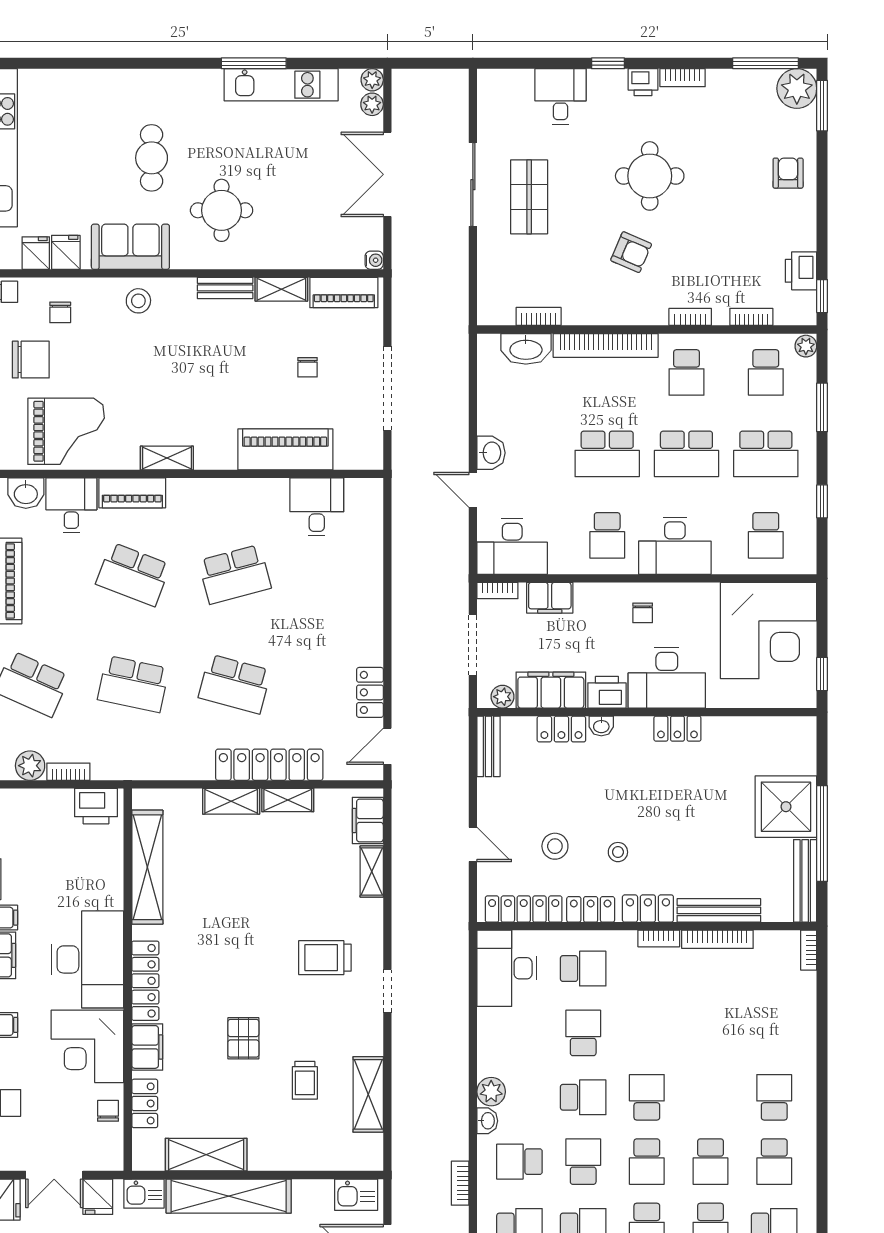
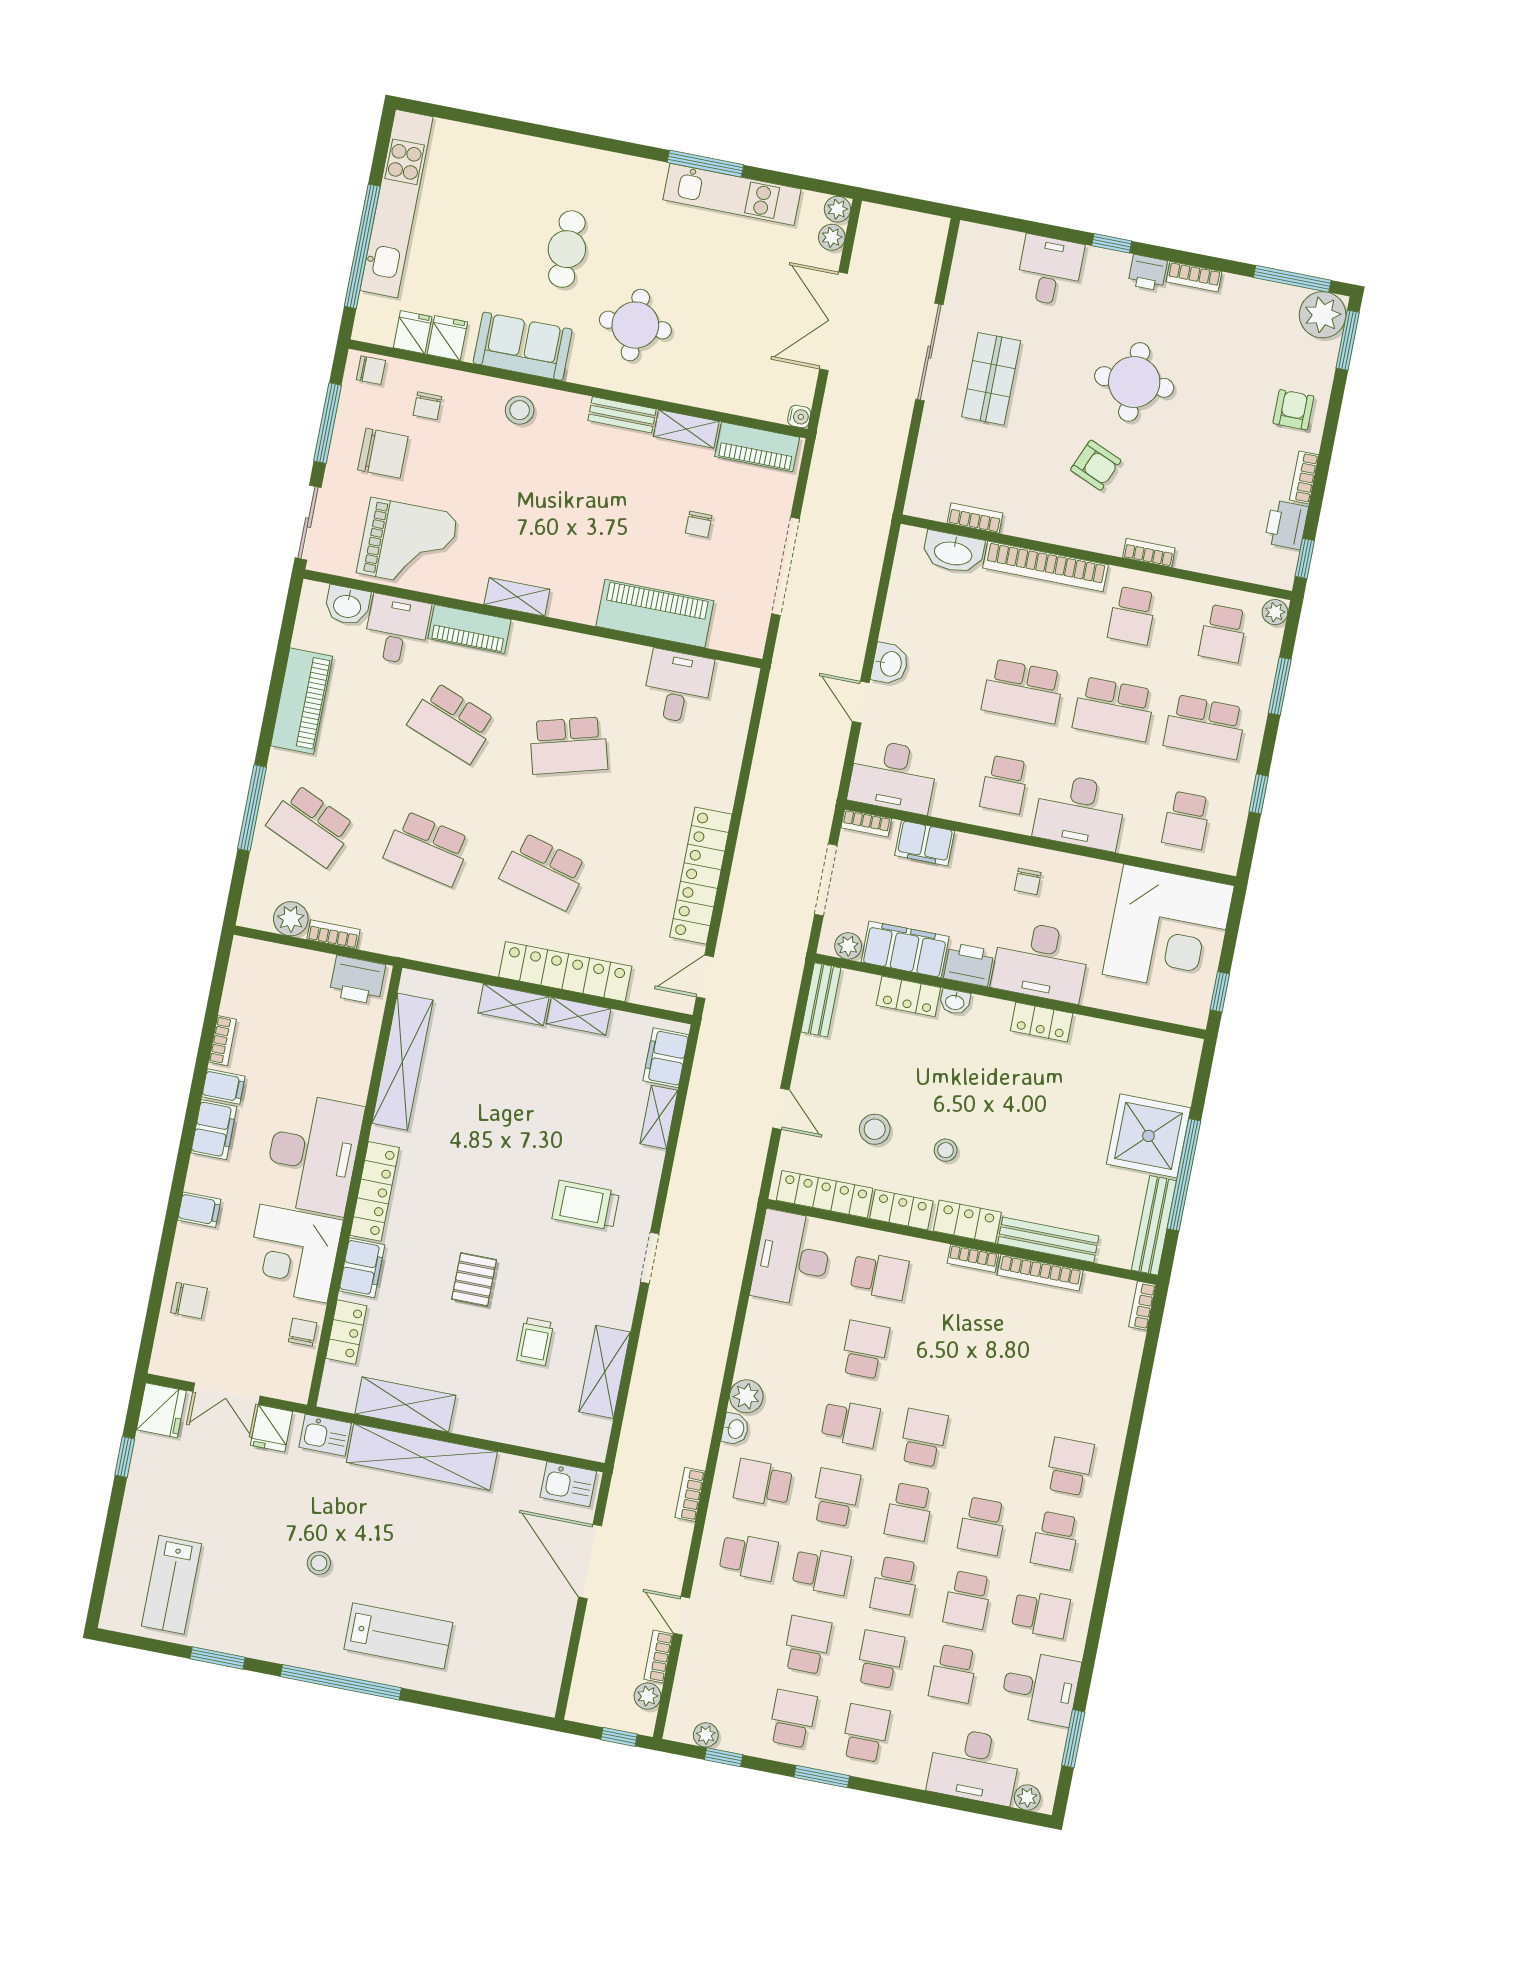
bookcase: (751, 317) -> (1304, 477), moved, turned -90
locker: (370, 692) -> (701, 876), width x2.16, depth x1.21

